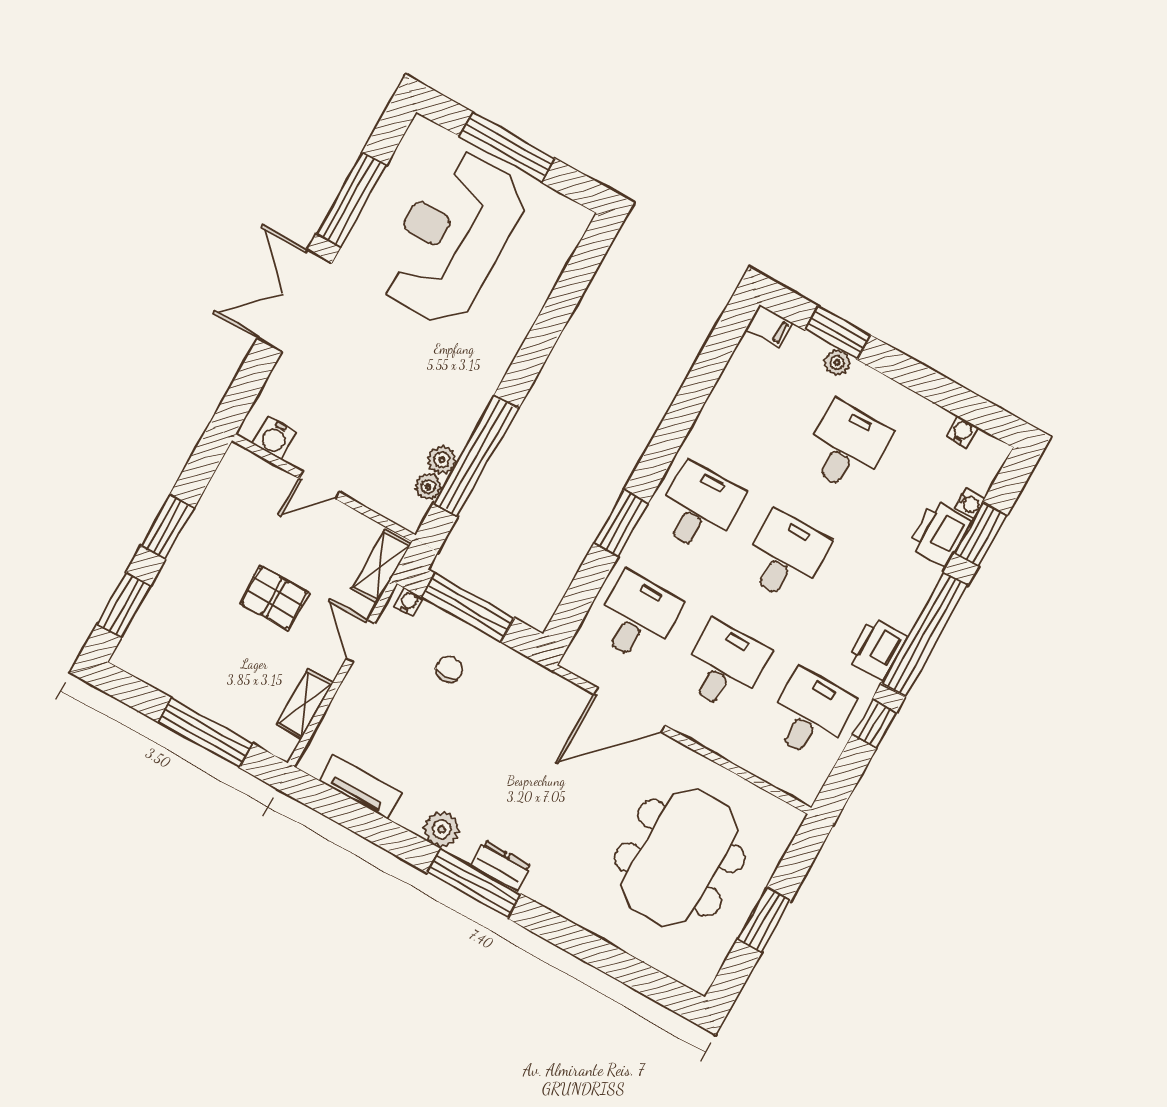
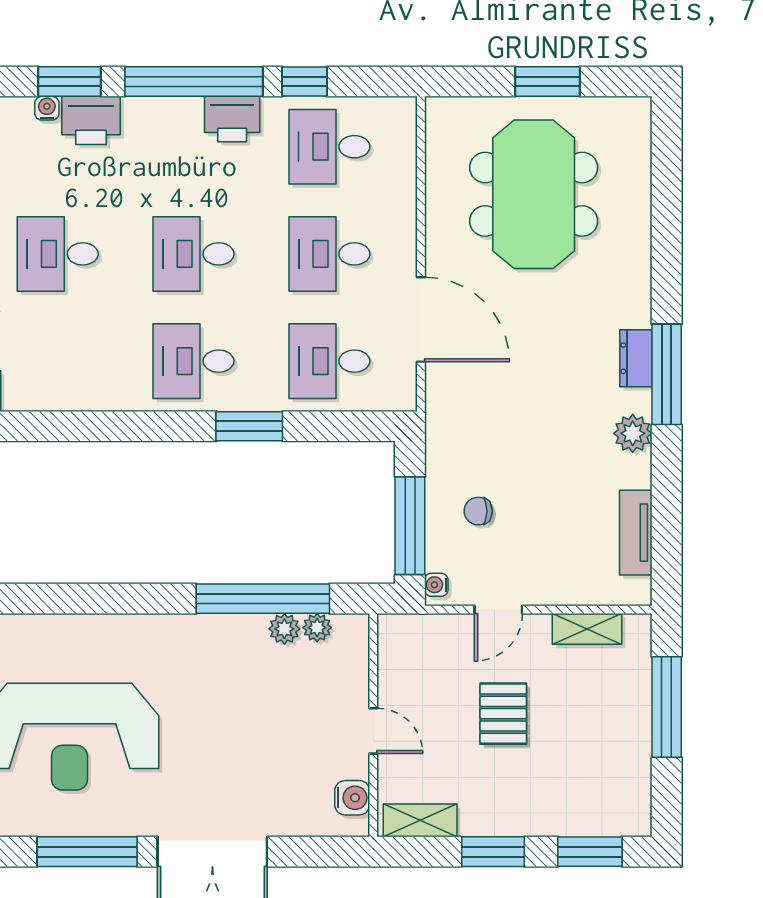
shelving: (381, 567) -> (420, 820), moved
meeting table: (680, 858) -> (534, 194), turned 90

